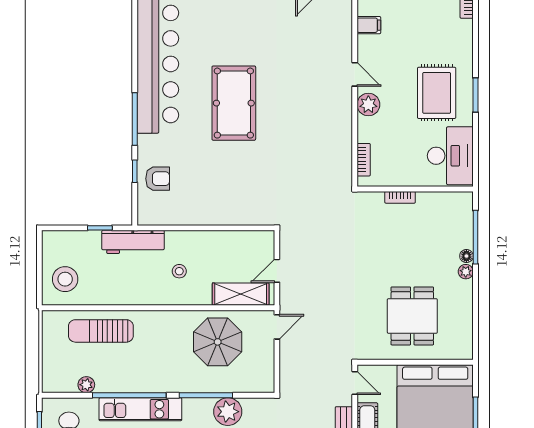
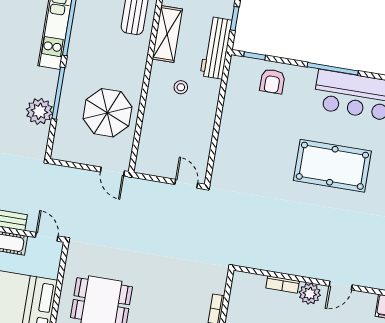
bookcase: (364, 160) -> (283, 285), moved
window: (135, 171) -> (255, 56), moved
door: (277, 271) -> (186, 184), moved
shelving: (241, 294) -> (167, 34), moved
door: (355, 383) -> (47, 237), swing flipped

